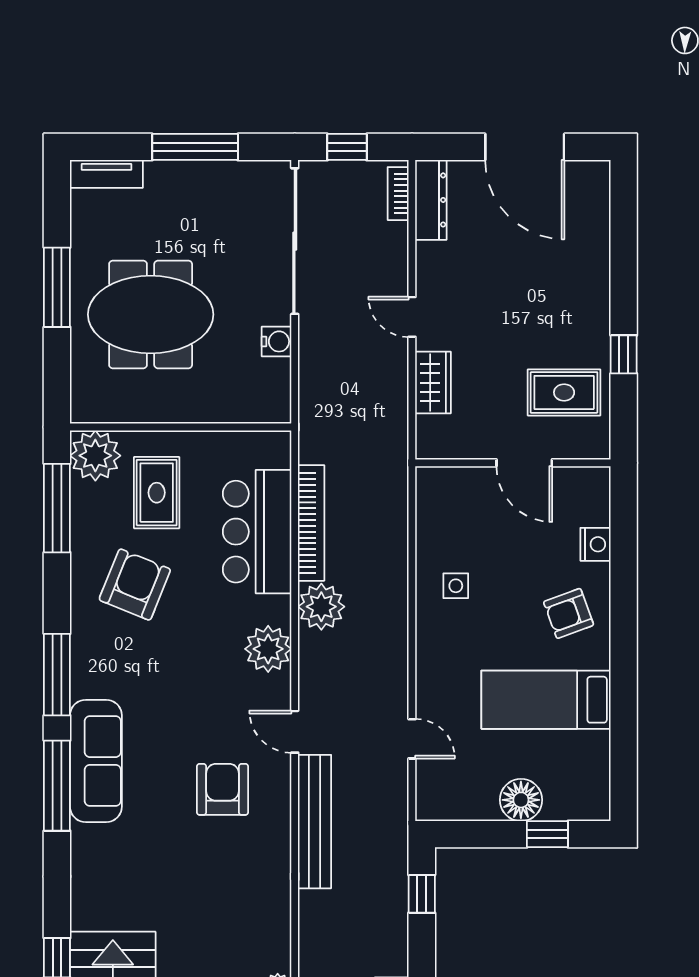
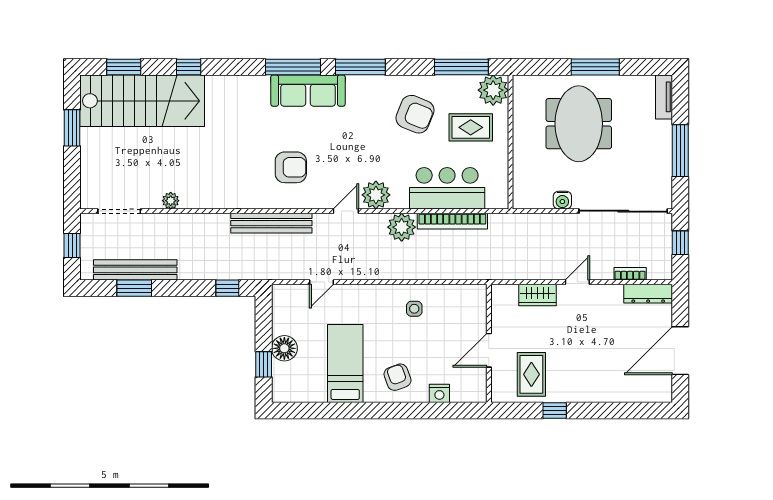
bookcase: (398, 194) -> (630, 274), moved
door: (295, 732) -> (346, 211), moved

